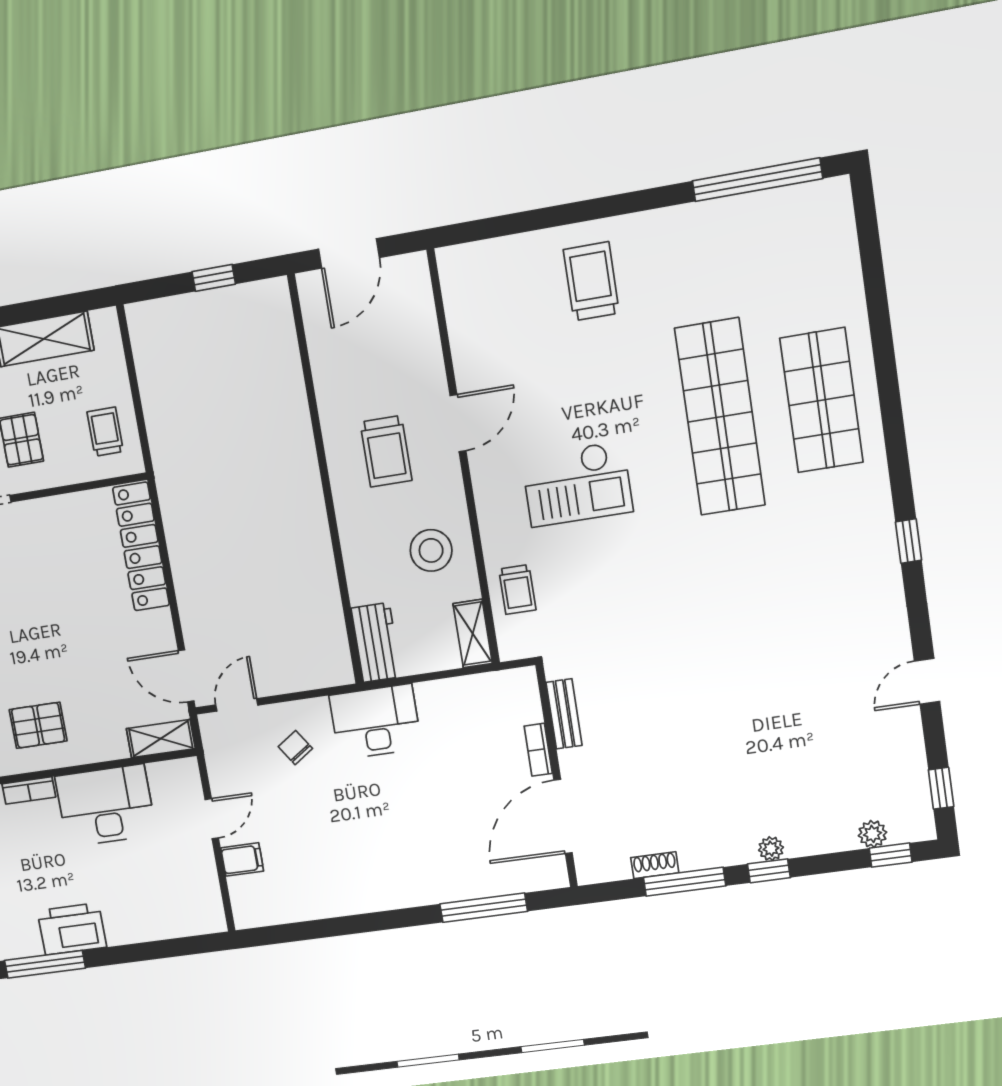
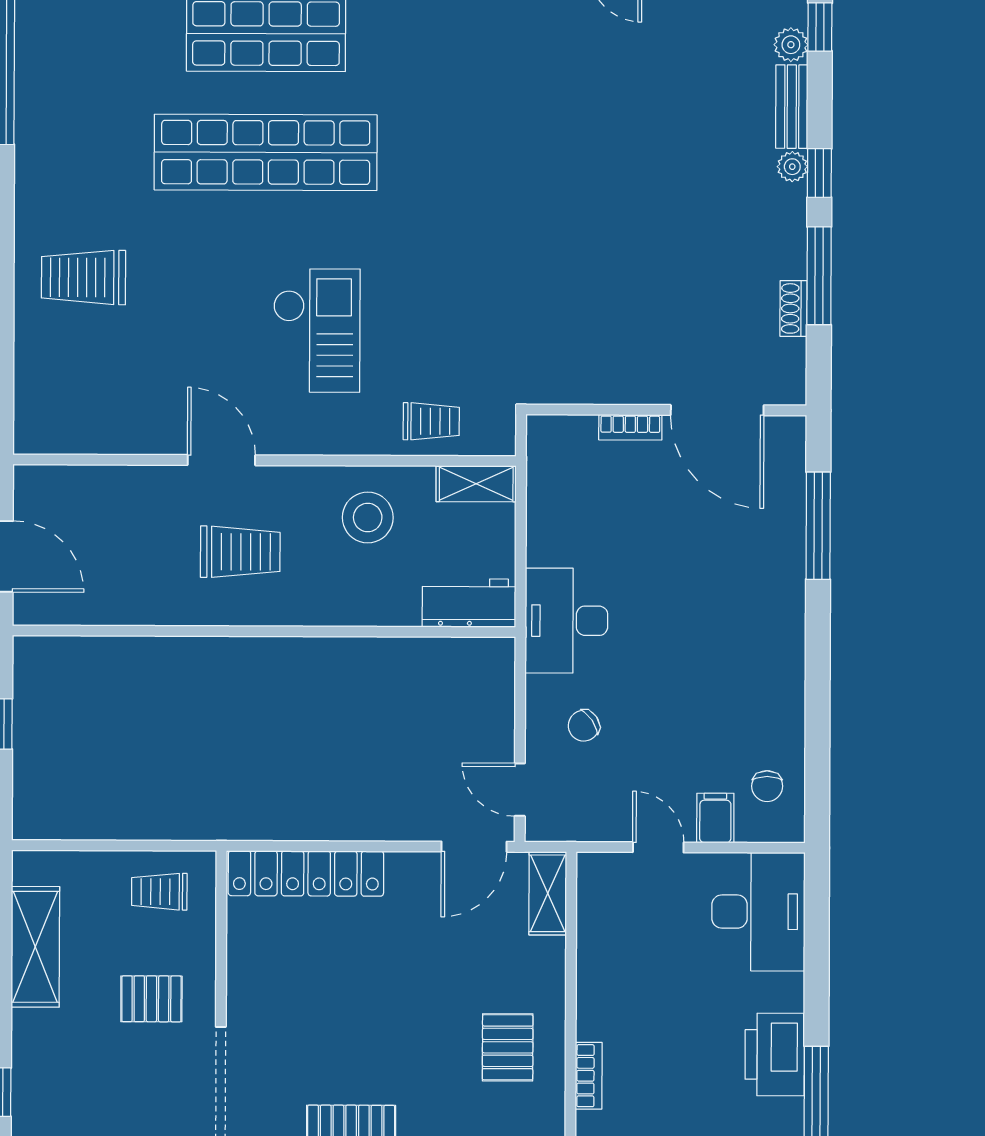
bench: (564, 714) -> (792, 107), moved, turned 90
desk: (106, 806) -> (758, 912), moved, turned 180
chair: (274, 896) -> (767, 786), added

